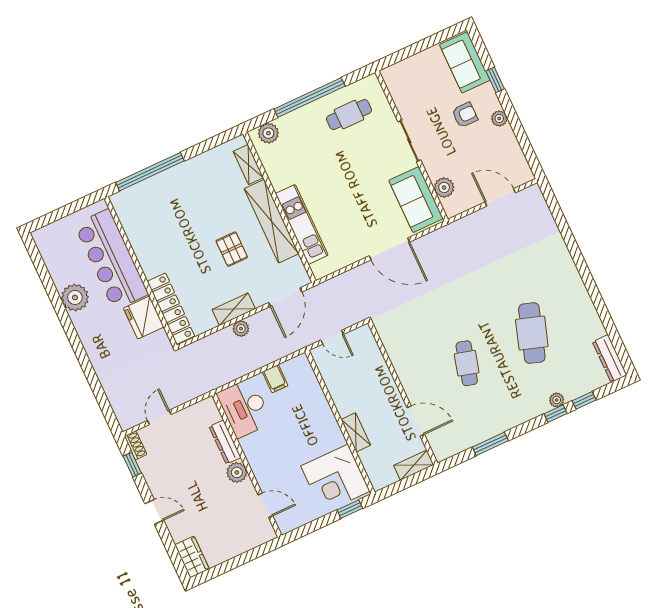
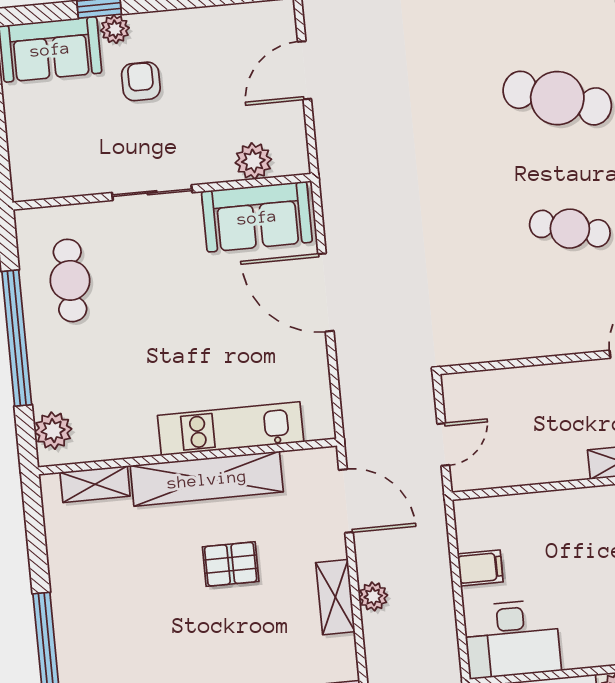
plant: (499, 118) -> (115, 29), moved
door: (389, 249) -> (326, 292), swing flipped

